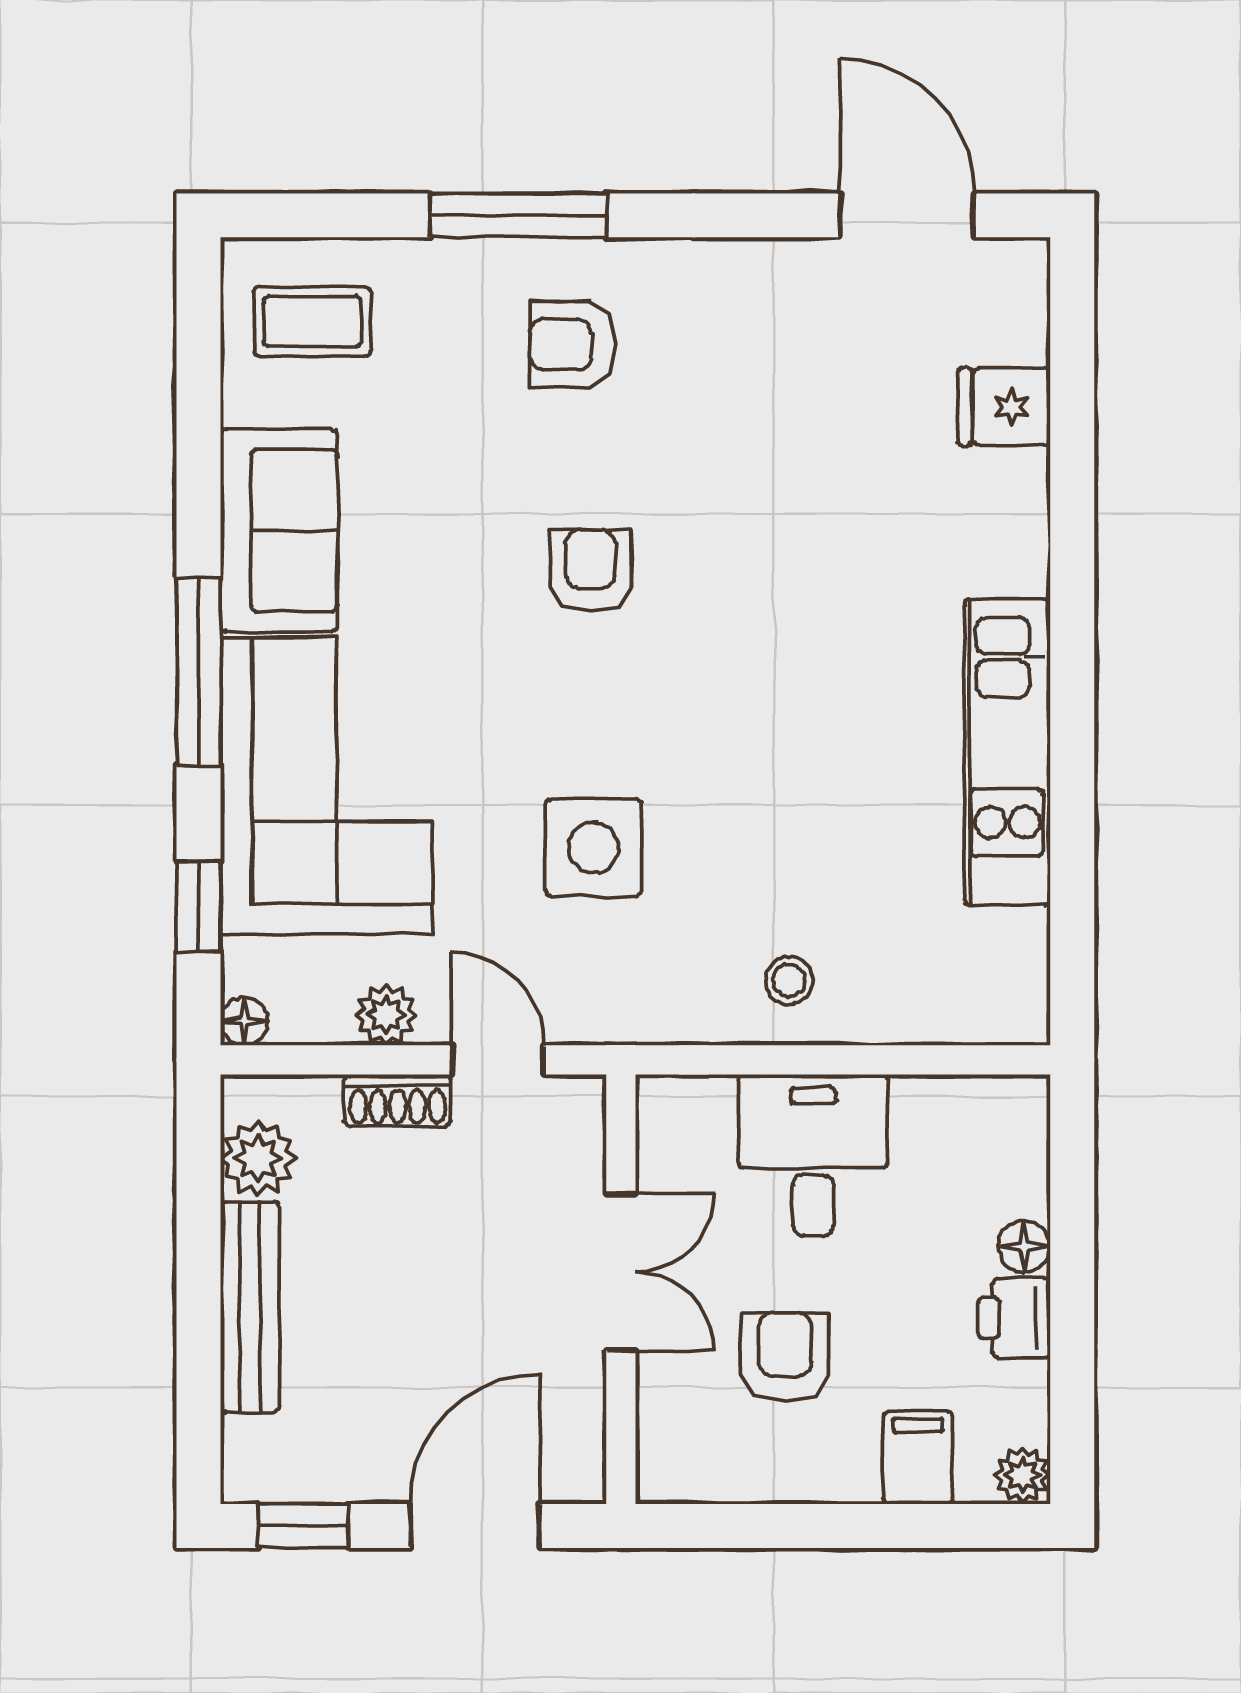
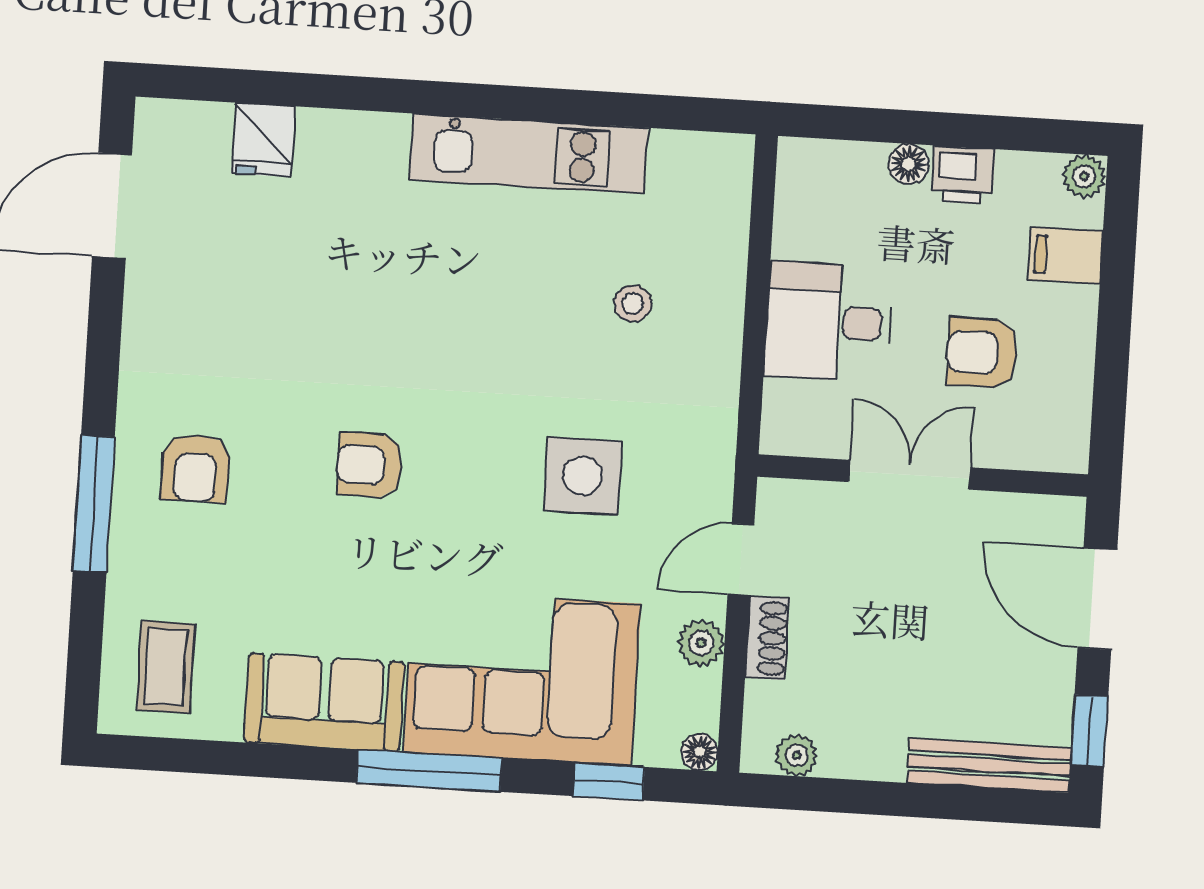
stool: (789, 980) -> (633, 303), moved
plant: (258, 1158) -> (797, 755), width x0.73, depth x0.73
bench: (250, 1307) -> (989, 765), moved

